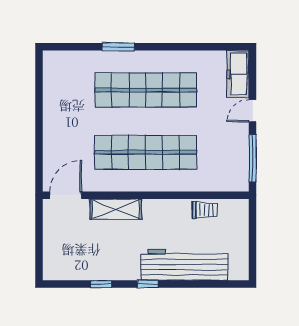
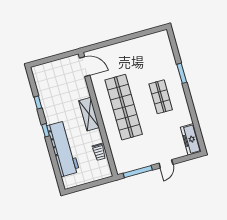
freezer: (238, 74) -> (191, 139), moved, turned -90
shop shelf: (146, 90) -> (161, 97), width x0.50, depth x0.74
door: (253, 111) -> (166, 164), swing flipped
shelving: (116, 209) -> (89, 114), moved

